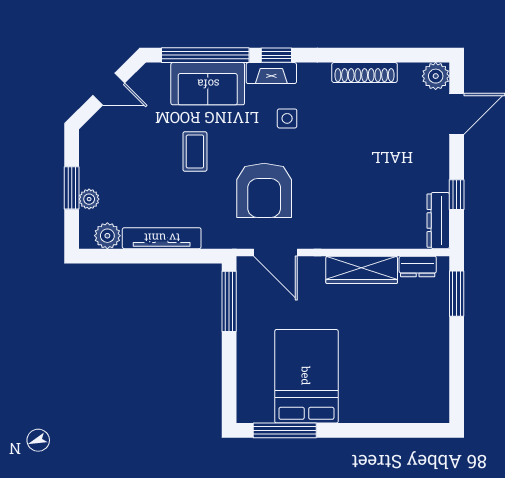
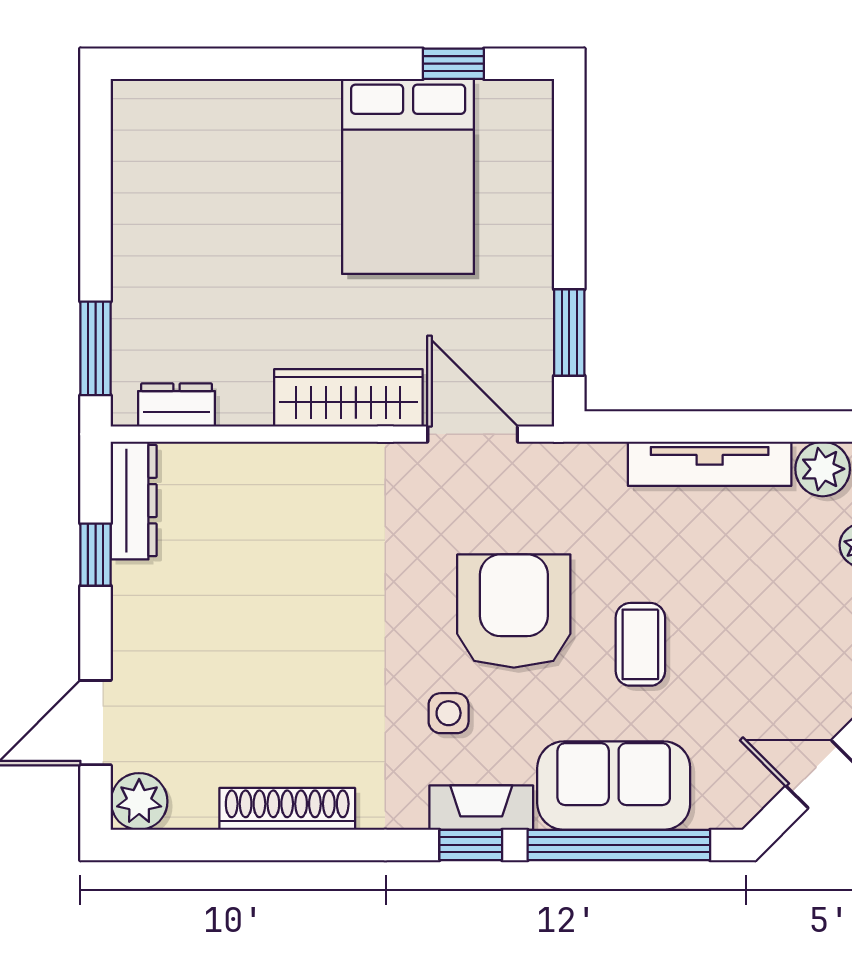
armchair: (264, 190) -> (514, 611), moved
wardrobe: (362, 270) -> (348, 398), moved
window: (229, 301) -> (569, 332), width x0.69
window: (285, 430) -> (453, 64), width x0.46

